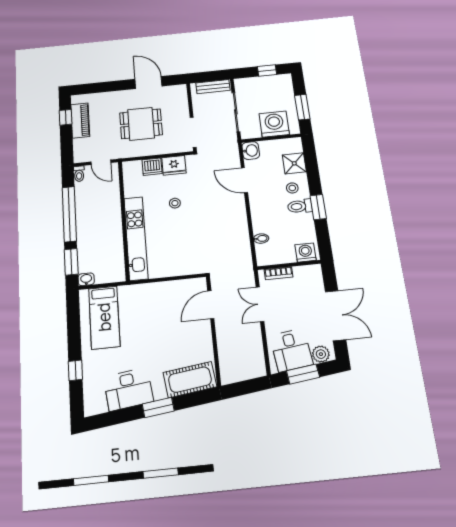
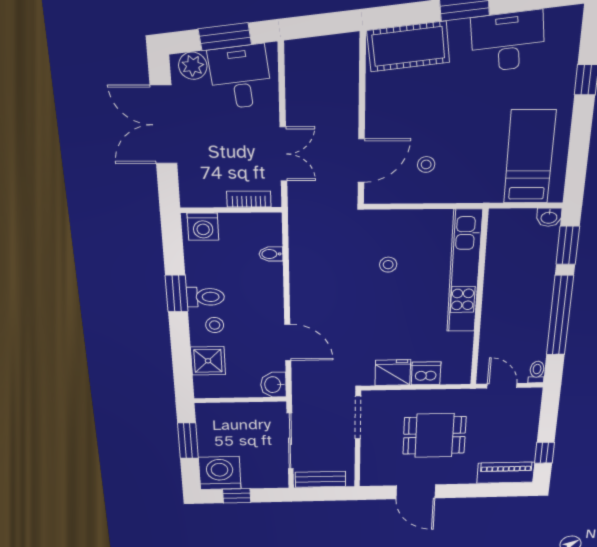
piano: (80, 120) -> (506, 473), moved, turned 90
washing machine: (274, 124) -> (220, 473), moved, turned 180
stool: (175, 203) -> (388, 265), moved
stool: (170, 306) -> (426, 164), added

